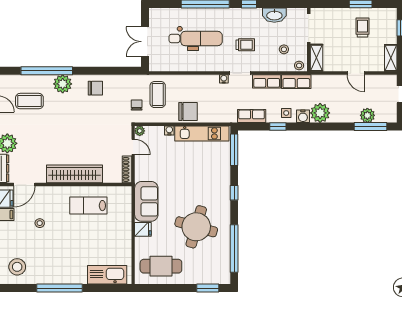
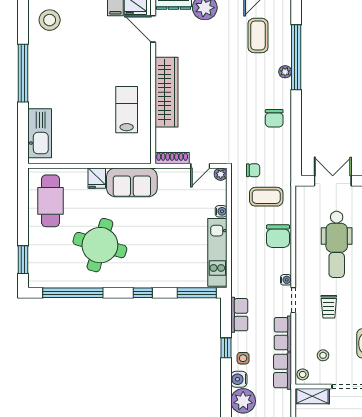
plant: (63, 84) -> (285, 72), width x0.53, depth x0.53
chair: (188, 112) -> (278, 236), moved
stool: (40, 223) -> (105, 48), removed

